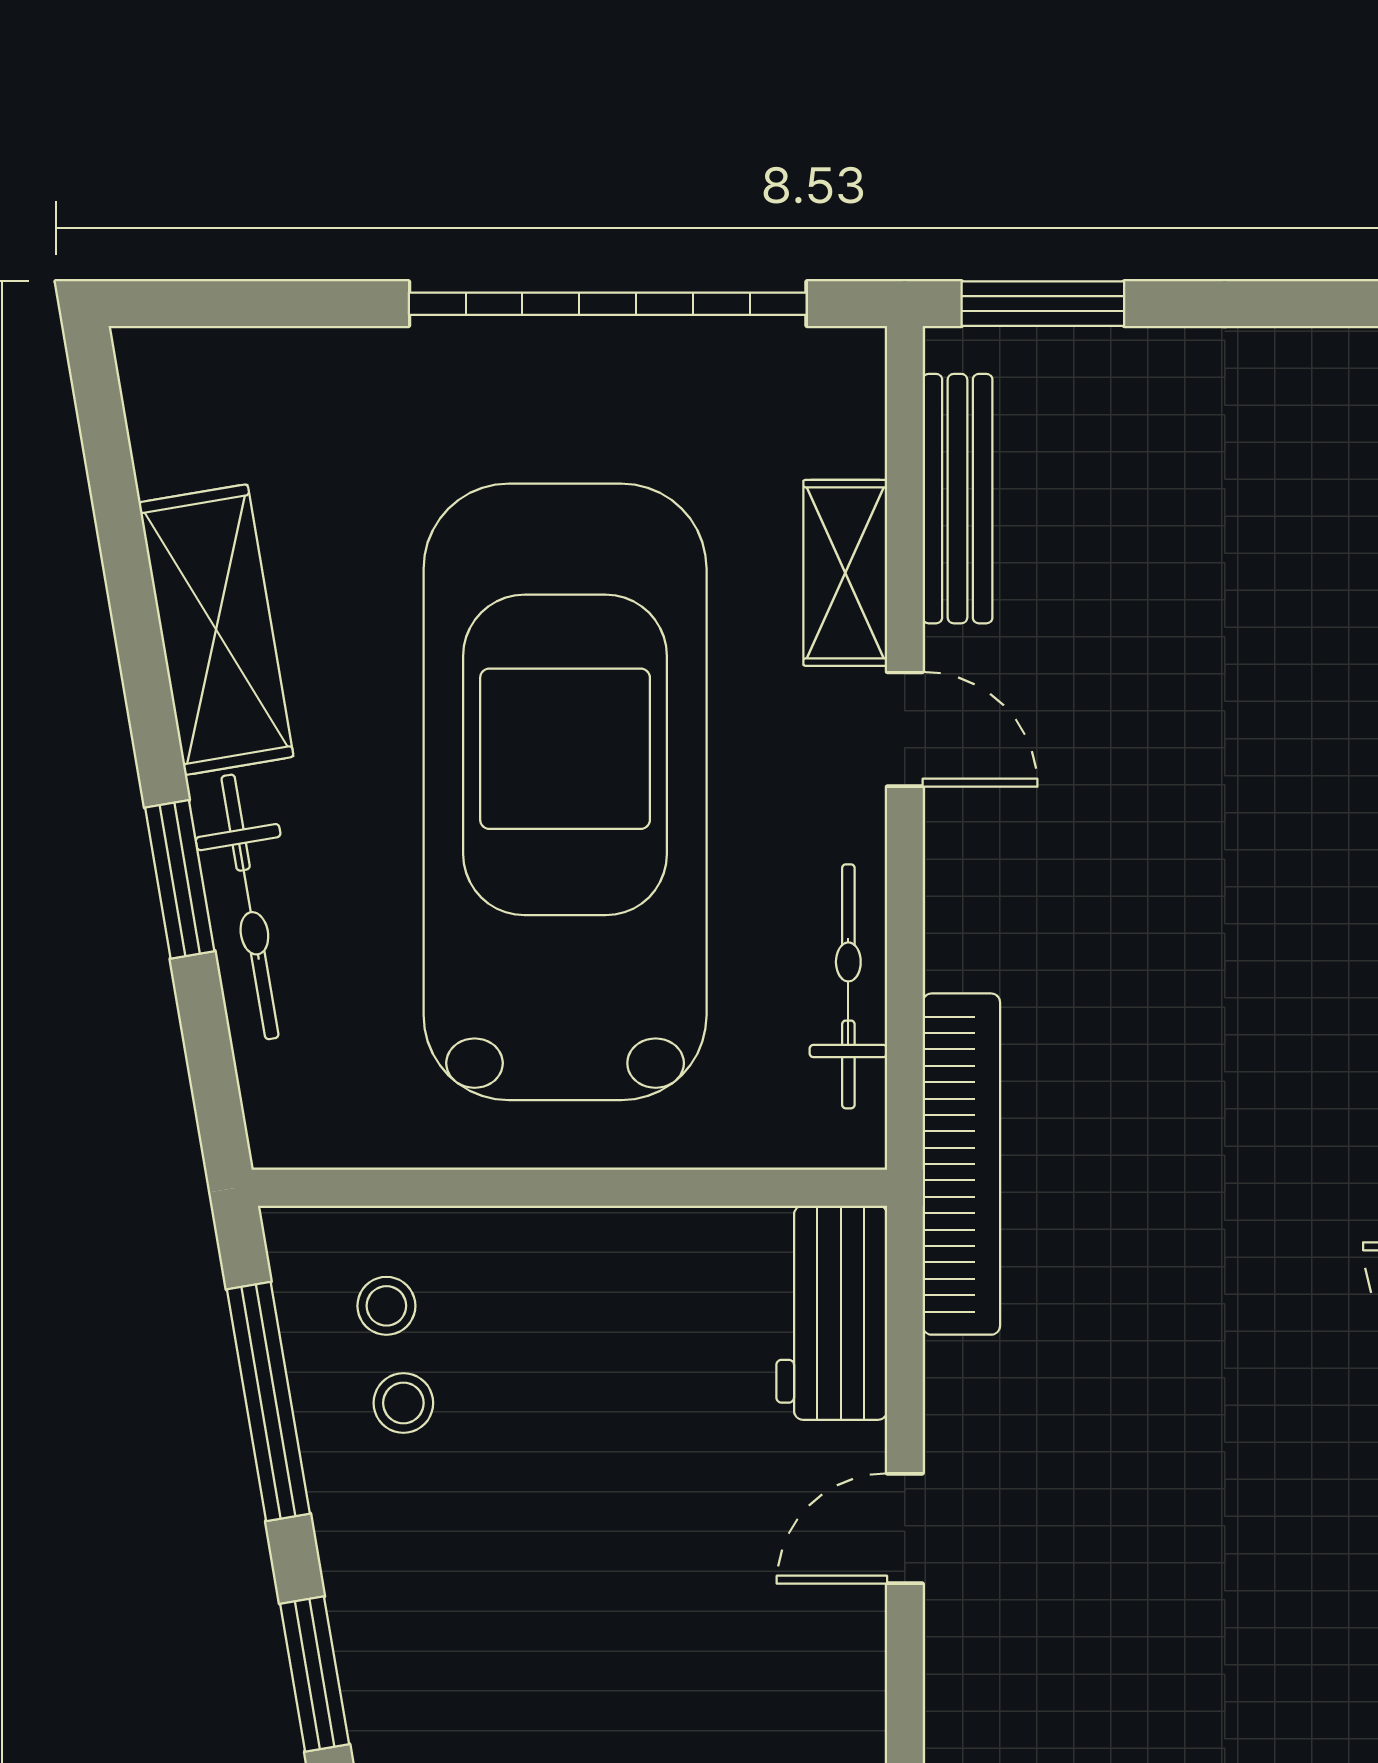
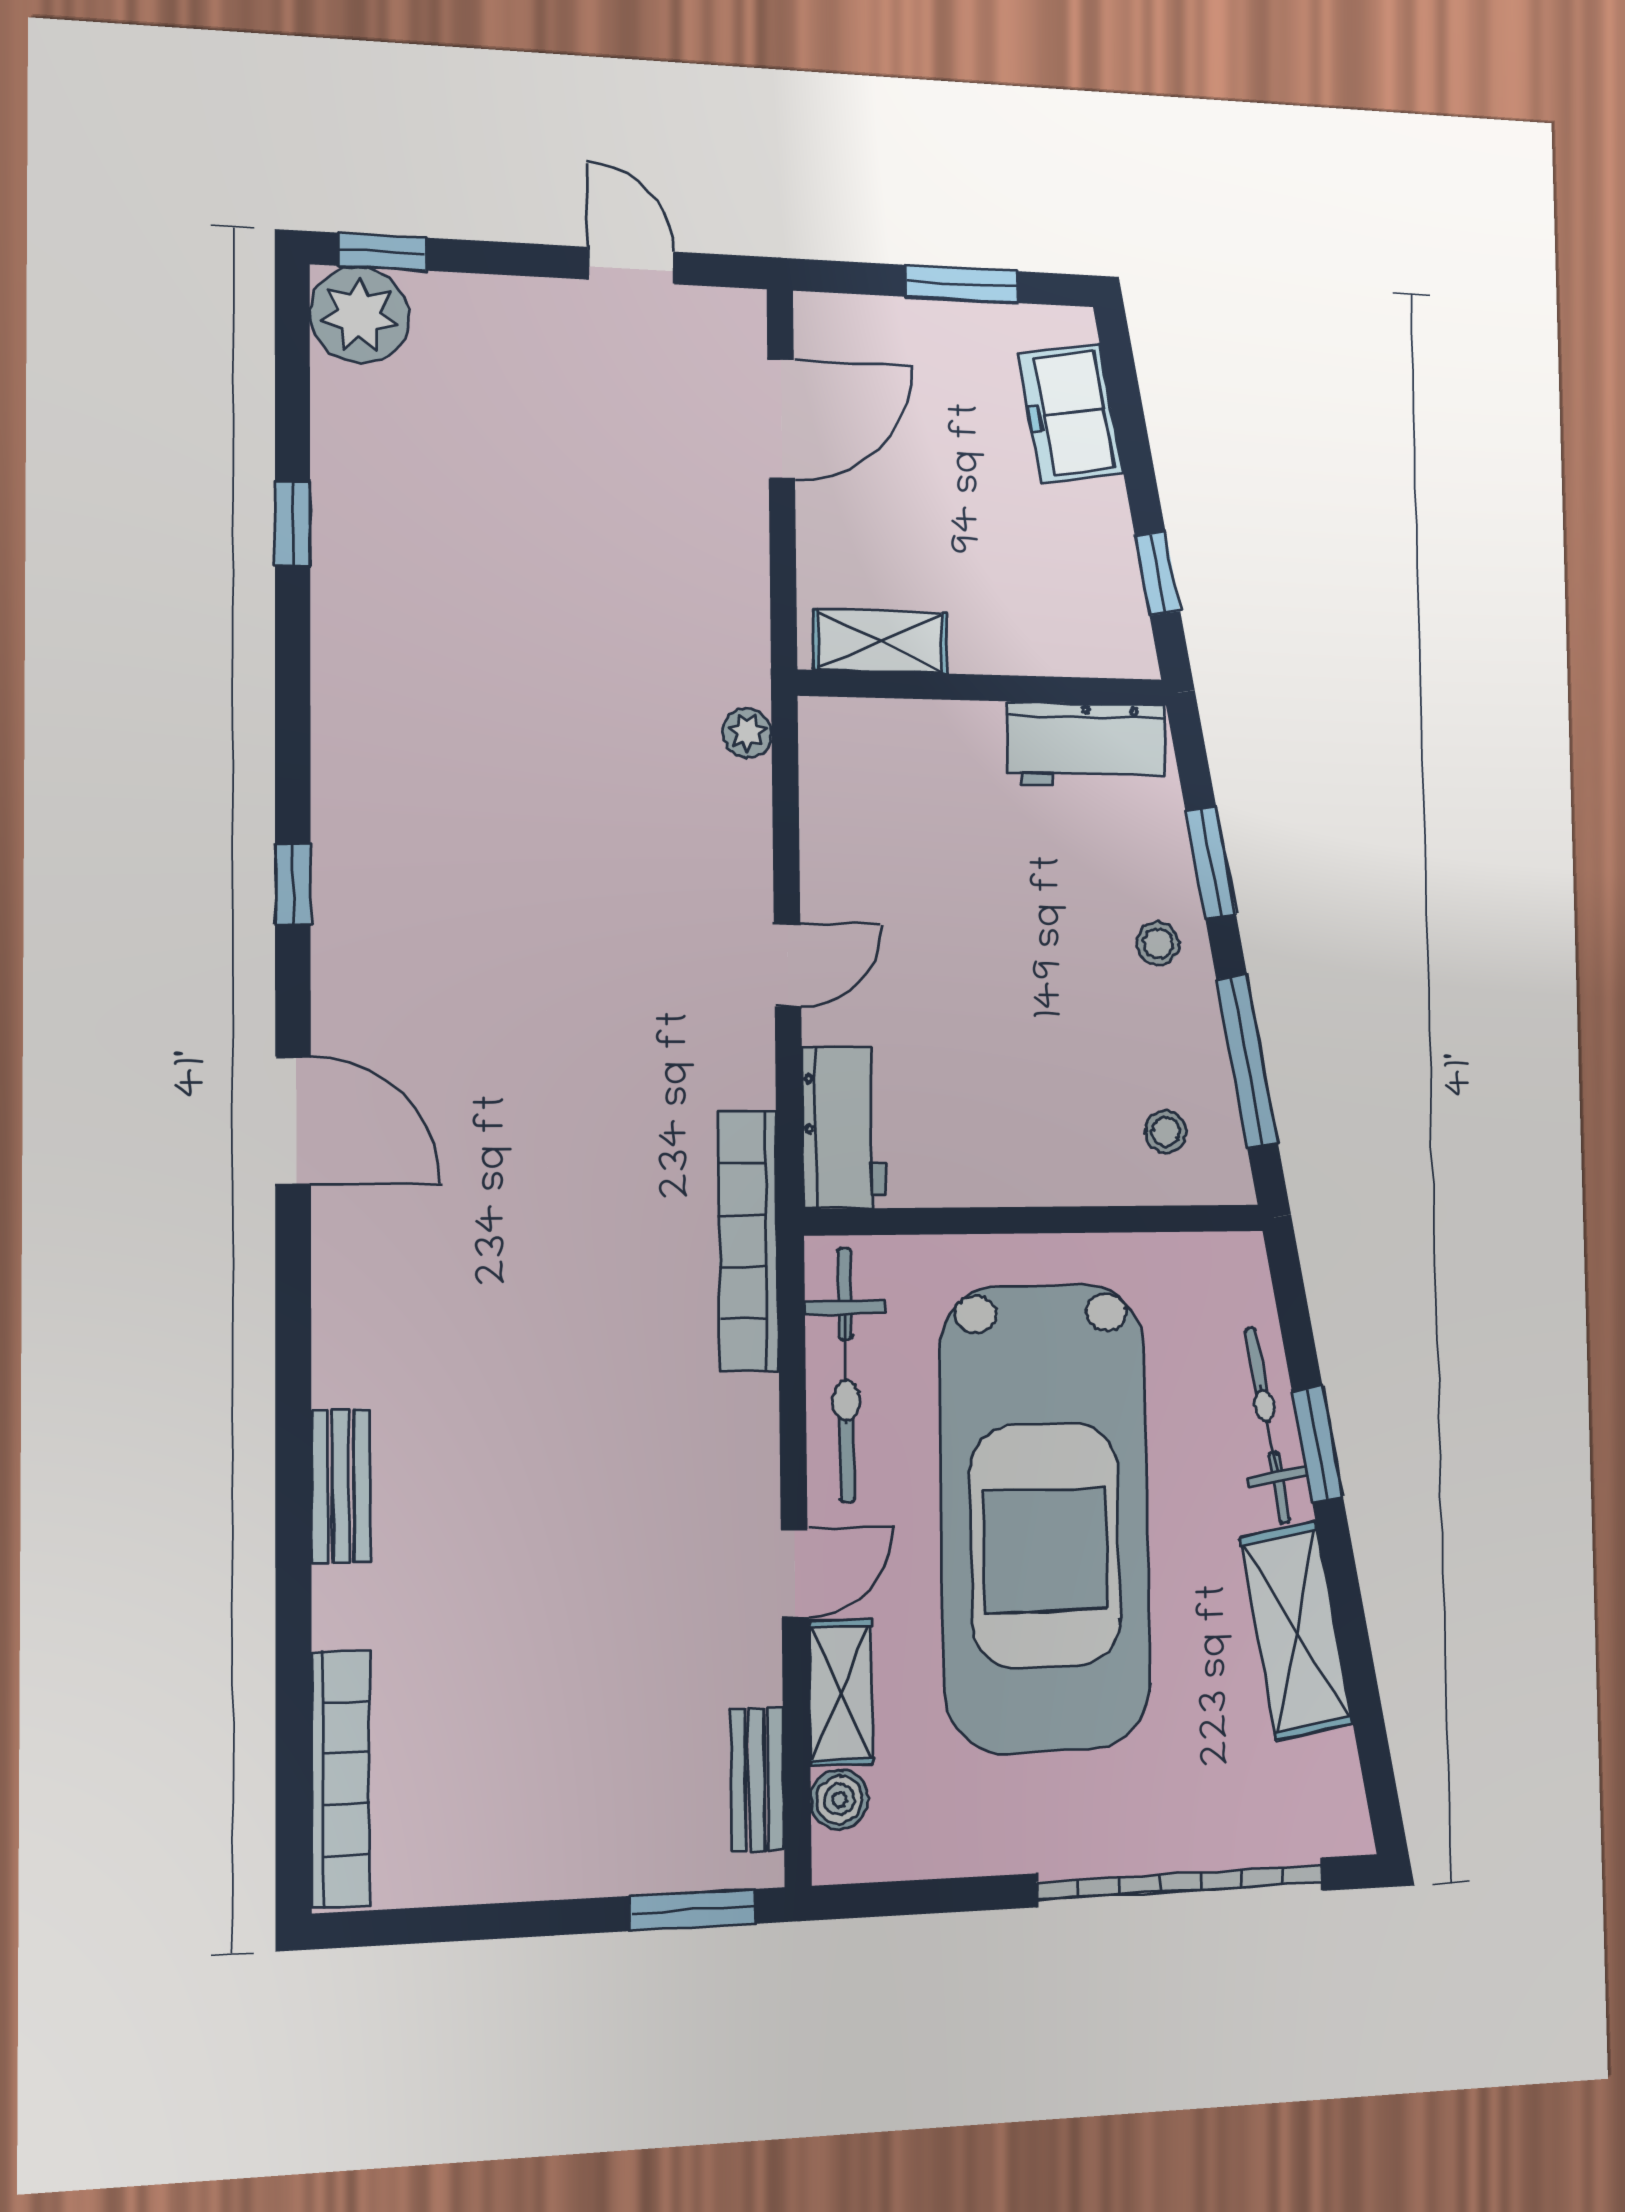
garage door: (608, 304) -> (1181, 1882), moved
boiler: (849, 435) -> (839, 1800), added
bench: (957, 499) -> (757, 1780), width x0.73
door: (905, 729) -> (795, 1573), swing flipped
bicycle: (848, 986) -> (846, 1375), width x1.37, depth x1.40
stool: (403, 1403) -> (1158, 944), moved

